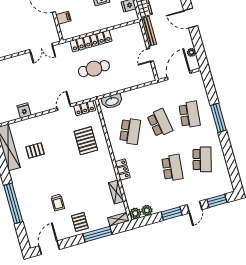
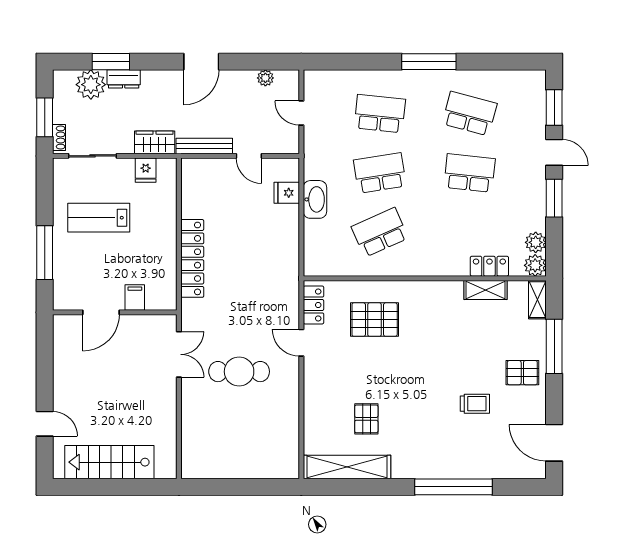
cafe table: (94, 69) -> (239, 372), moved, turned 90
door: (179, 75) -> (301, 113), width x0.53
washbasin: (112, 101) -> (315, 199), moved
fridge: (24, 111) -> (287, 193), moved
window: (218, 118) -> (429, 62), moved
school desk: (130, 131) -> (380, 232), turned -48
locker: (123, 170) -> (489, 266), moved

